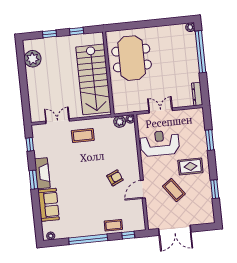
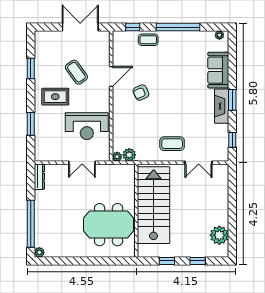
meeting table: (132, 58) -> (109, 225), turned 90

